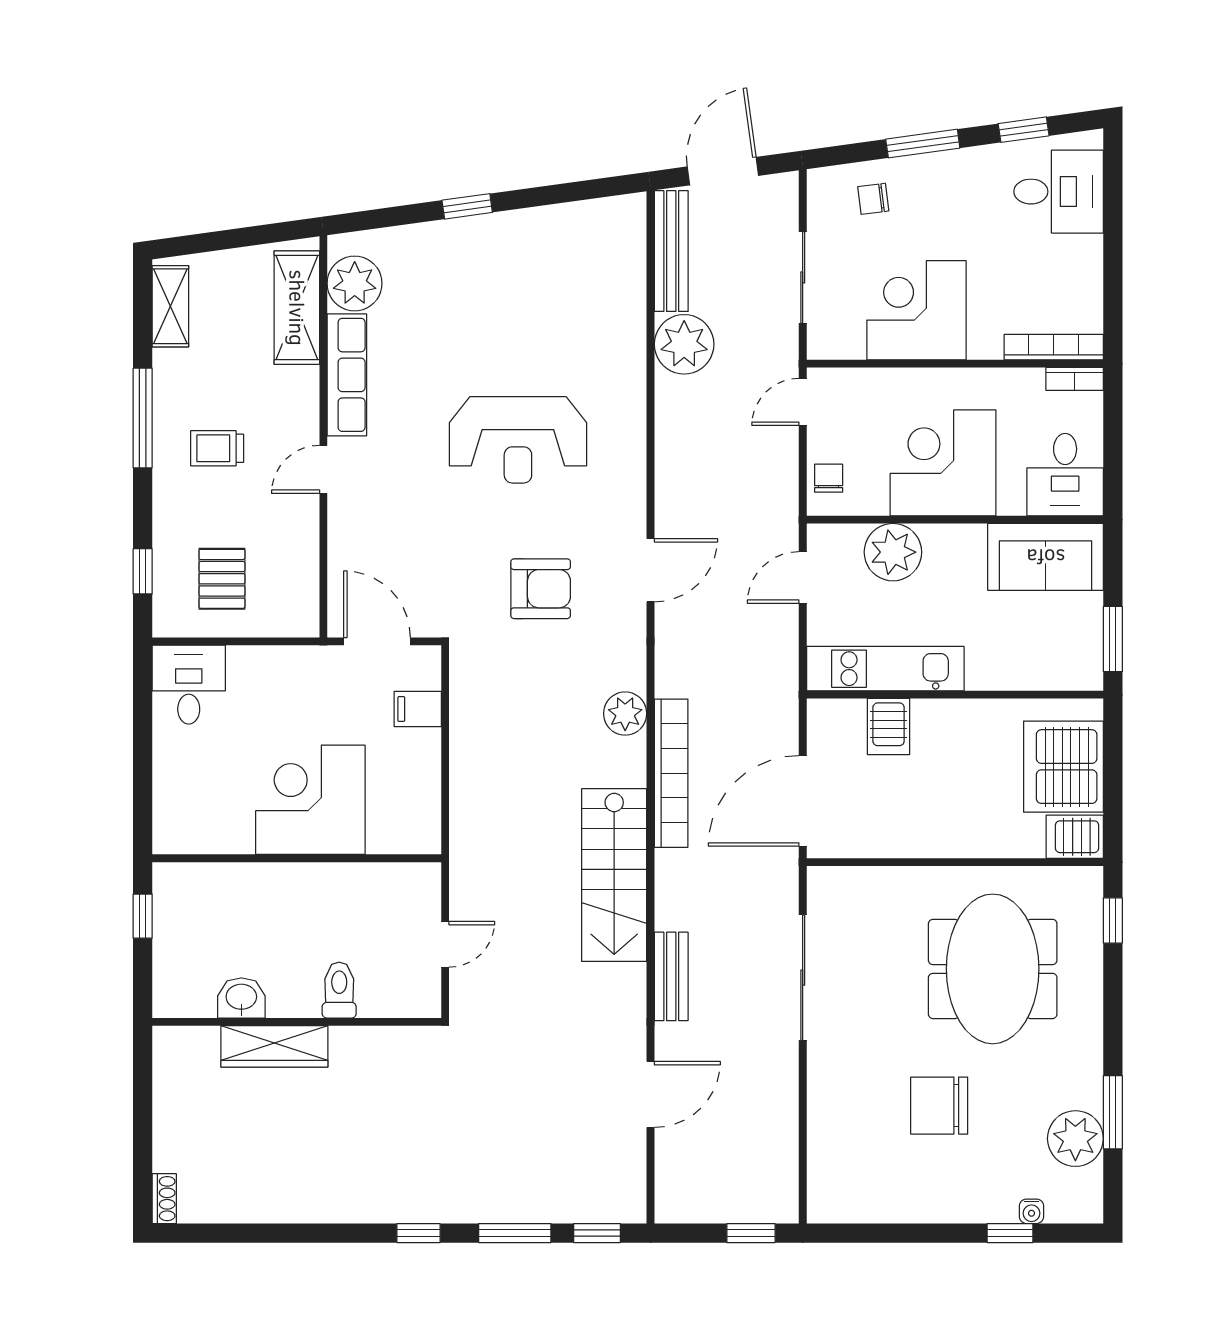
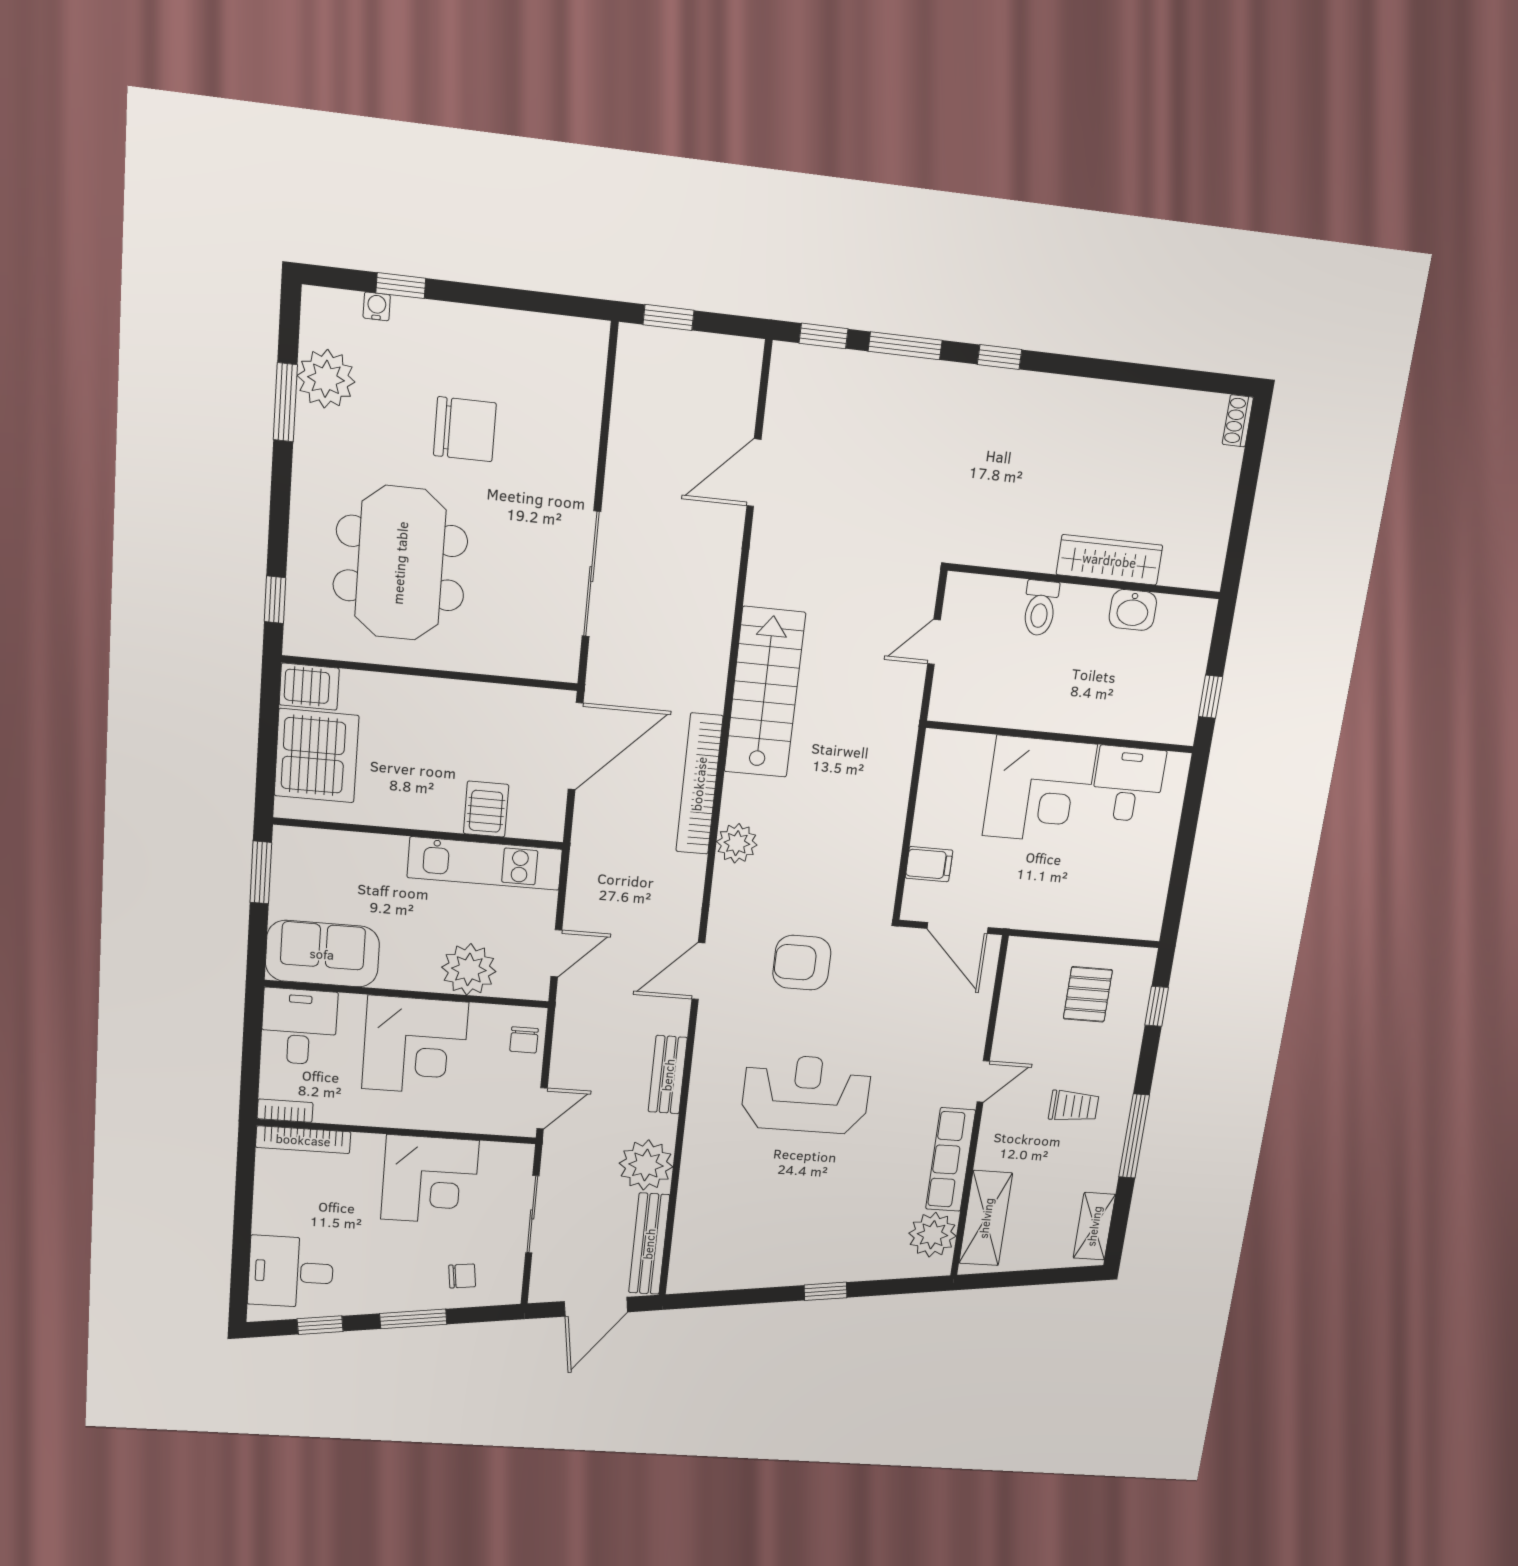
desk: (189, 685) -> (1128, 784), moved, turned 180
bench: (671, 976) -> (668, 1075), moved

